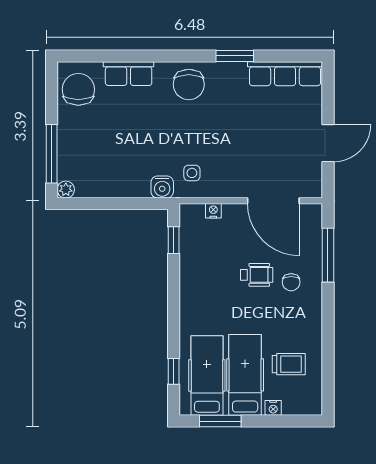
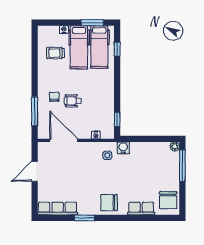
chair: (189, 84) -> (109, 203), turned -90

